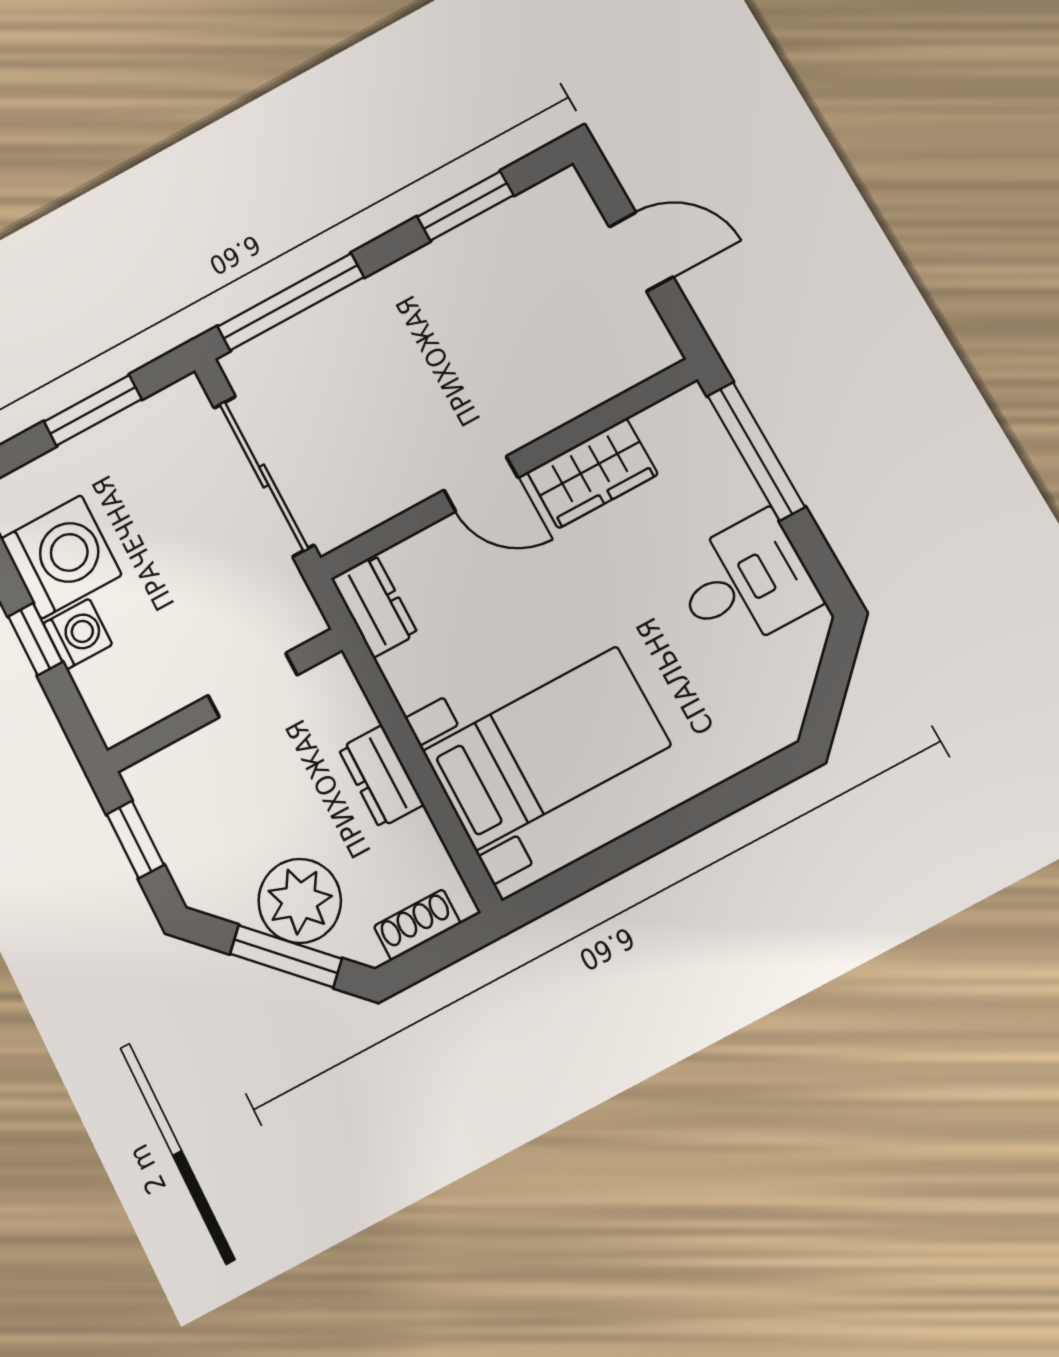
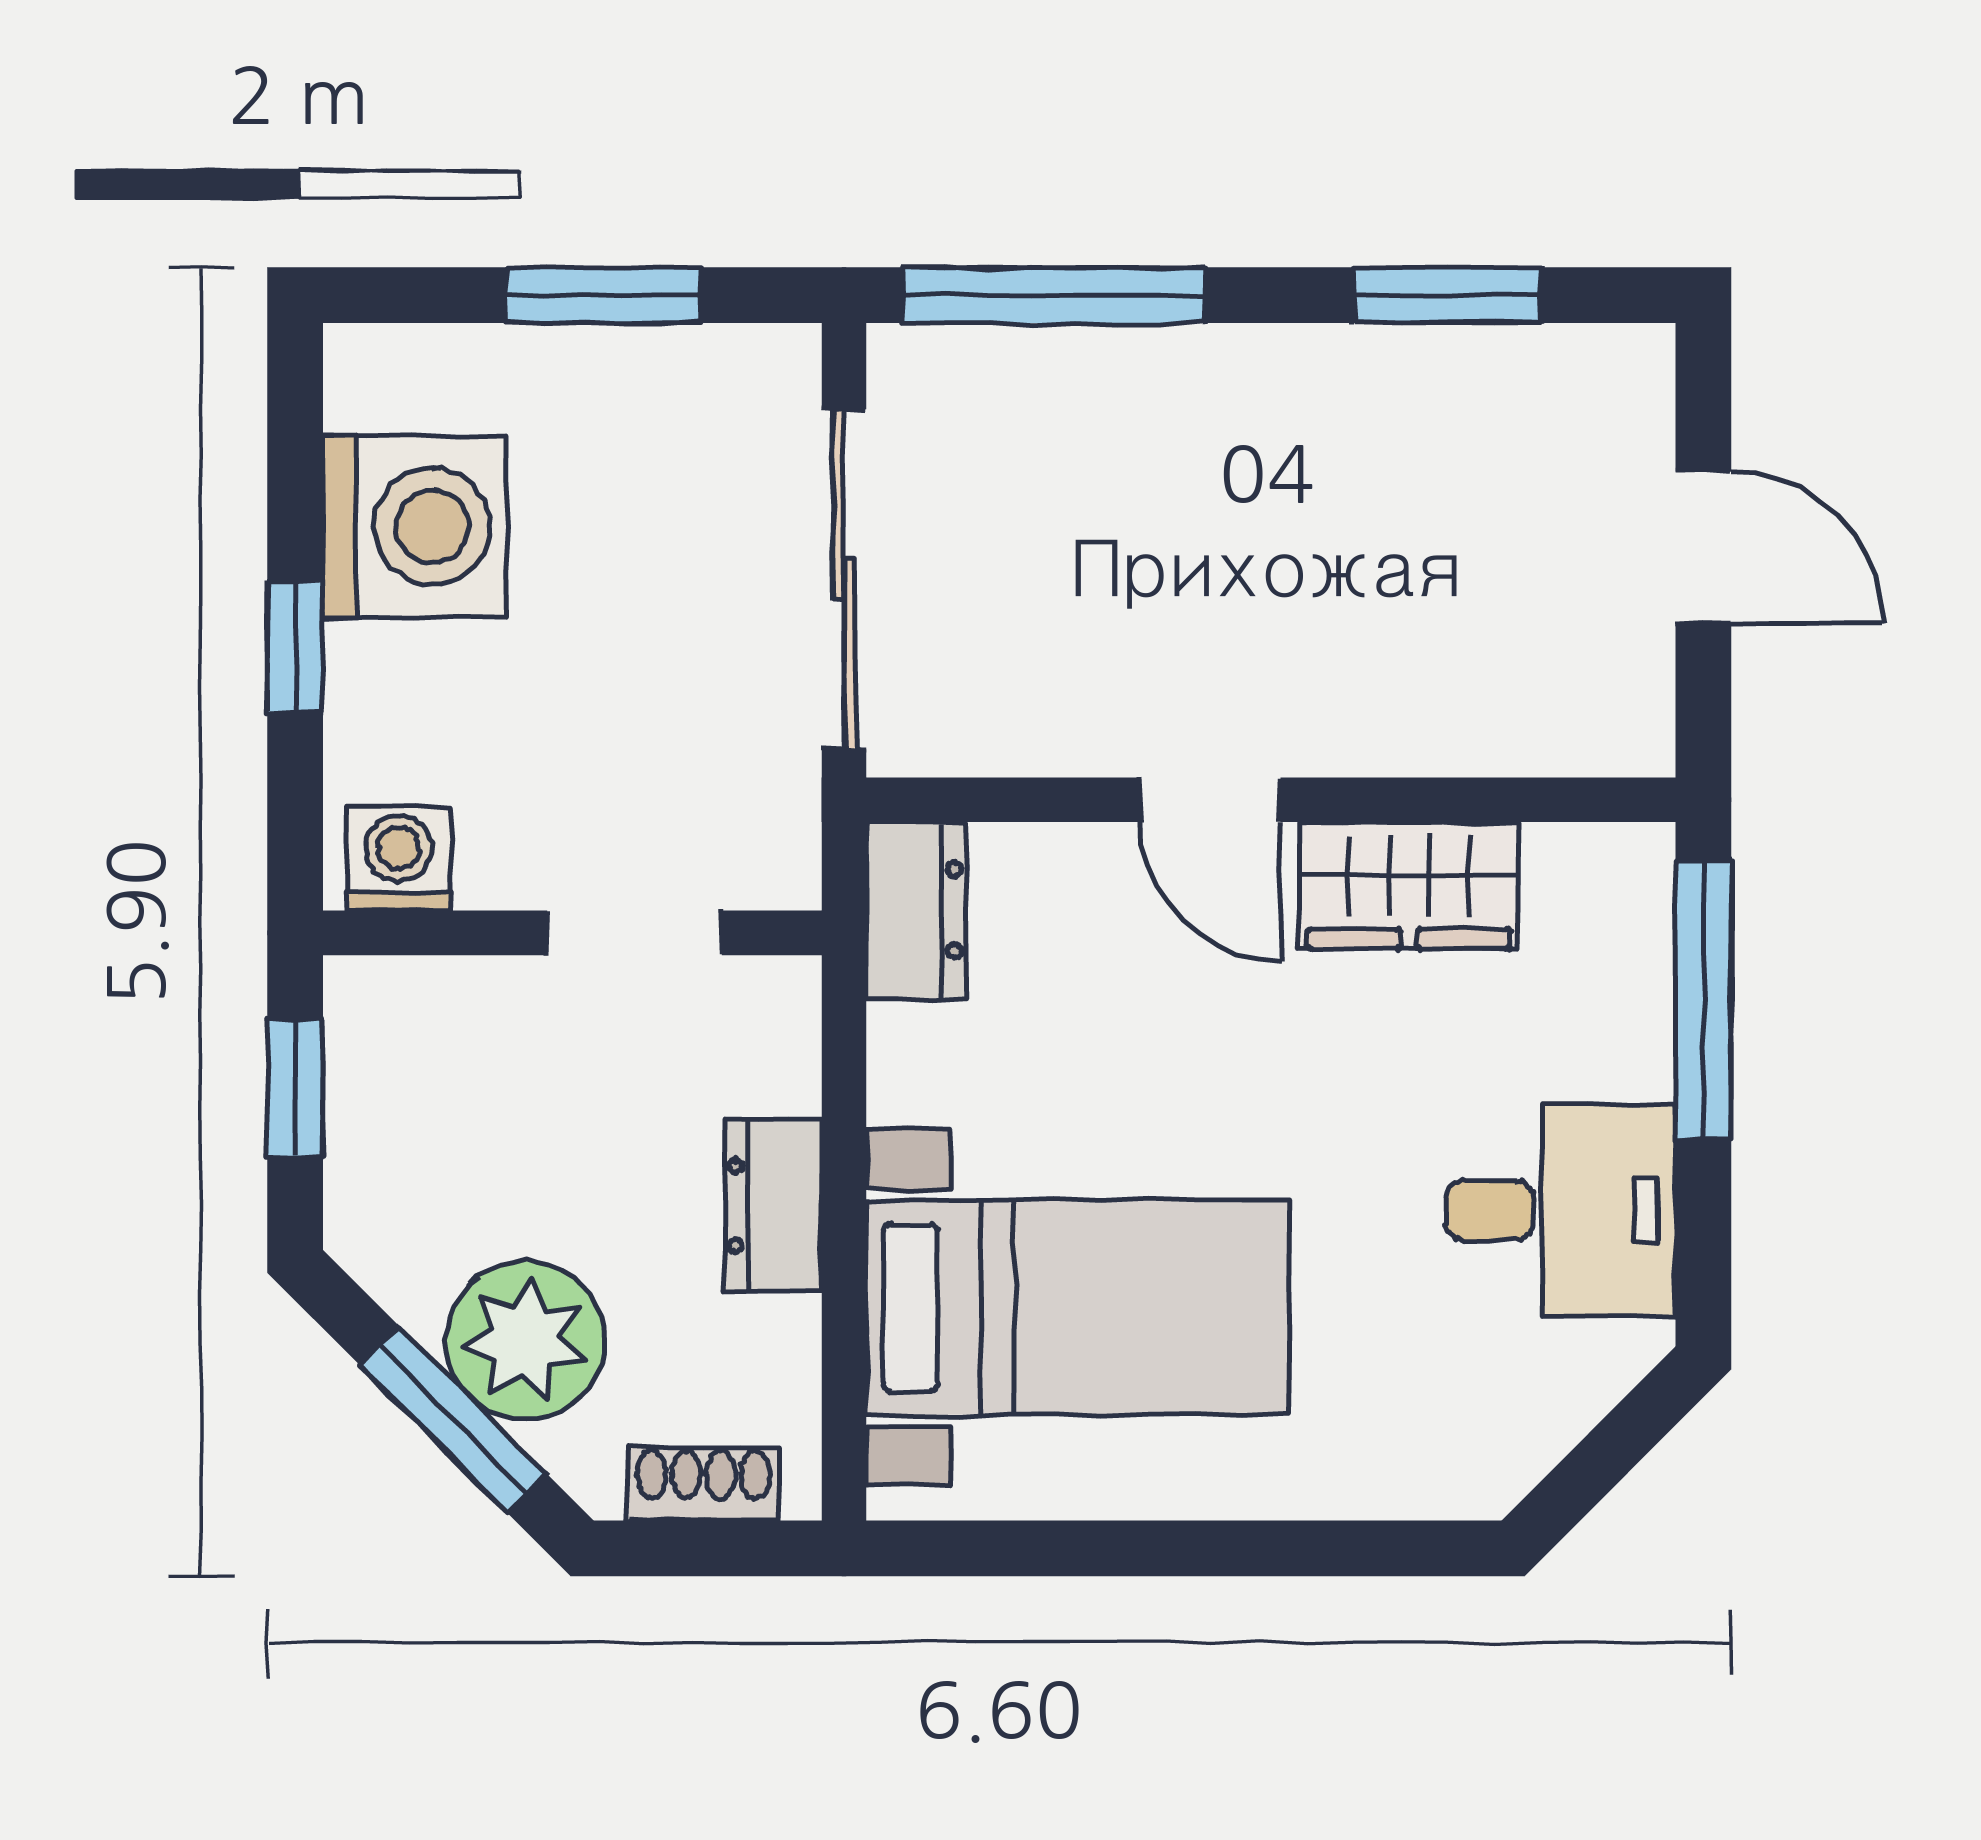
washing machine: (78, 634) -> (399, 859), moved, turned -90

